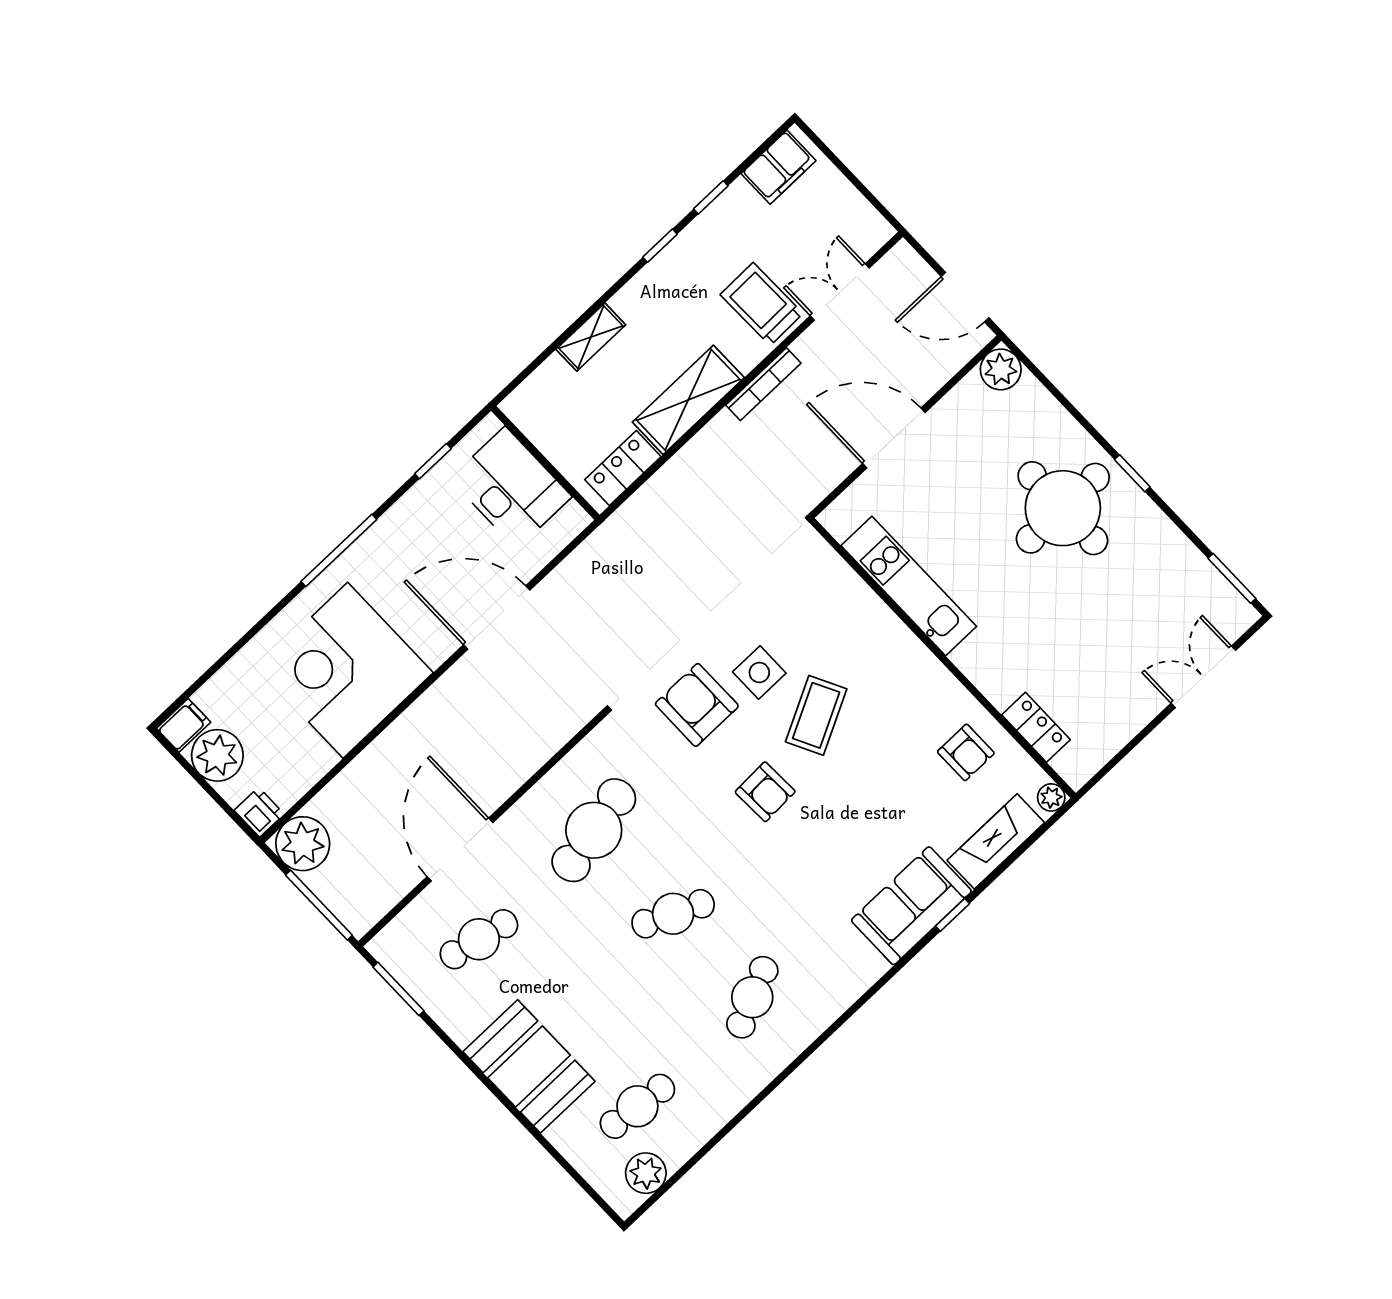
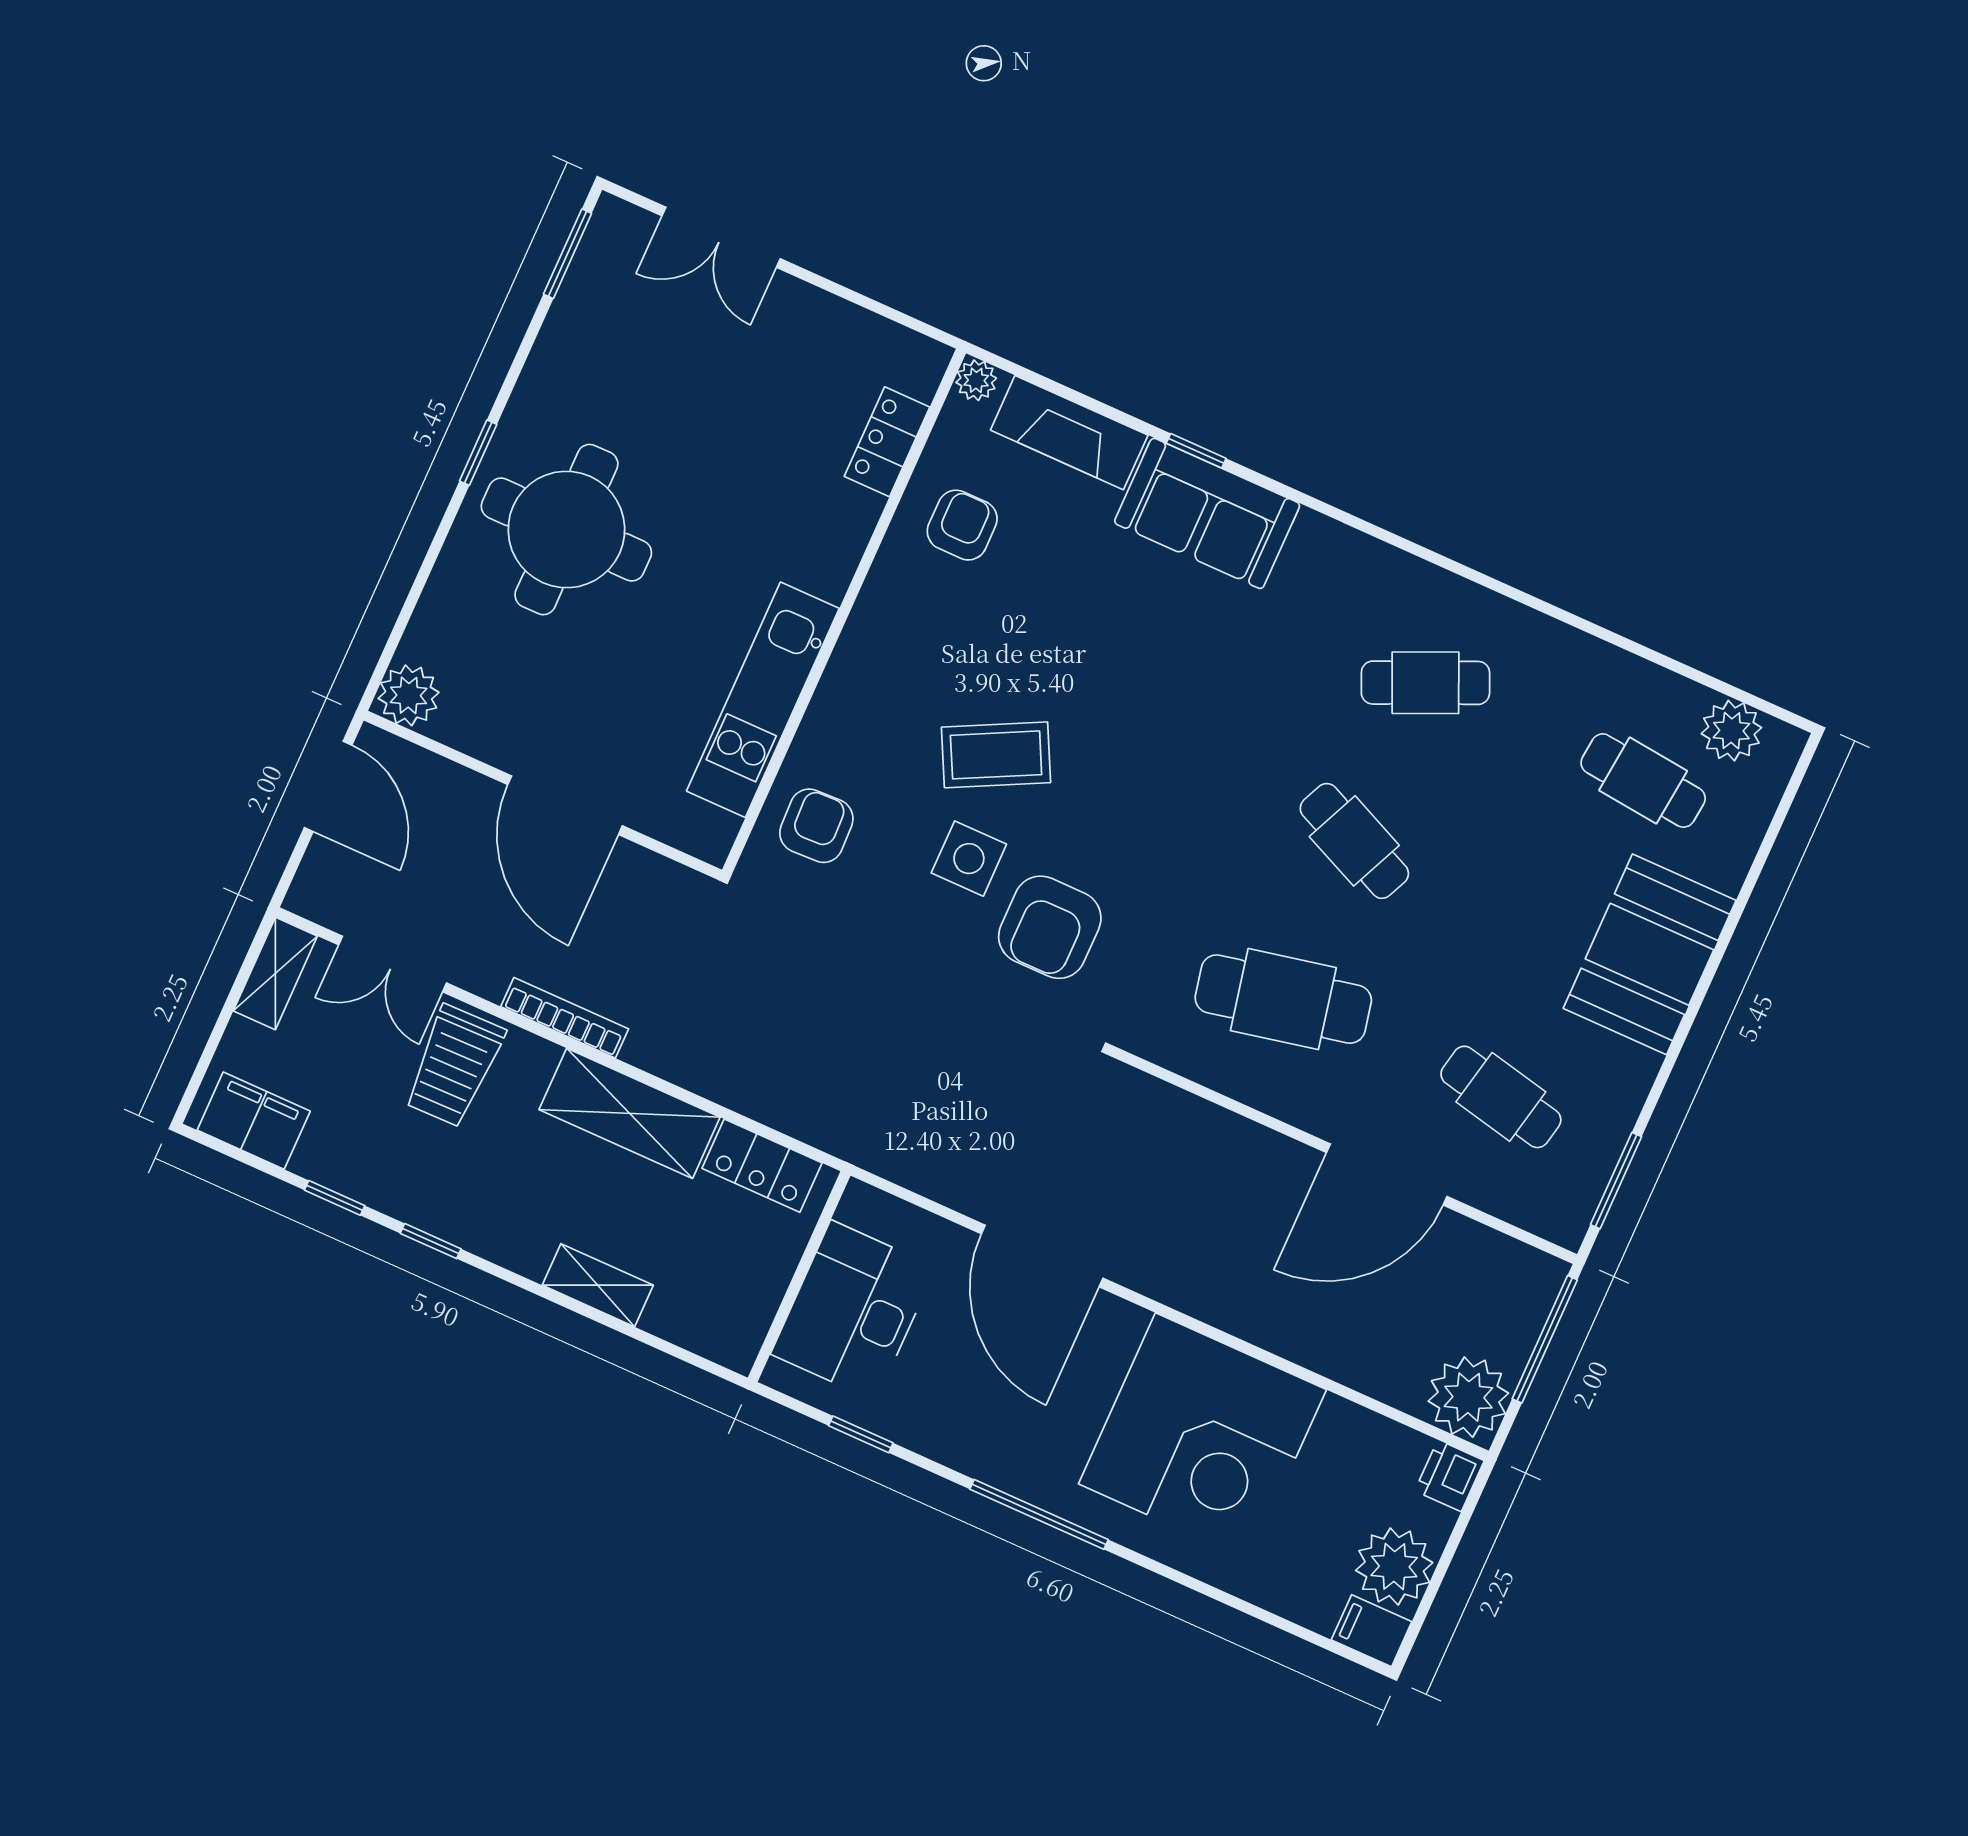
shelving: (863, 218) -> (275, 974), added
armchair: (765, 792) -> (816, 826), moved

